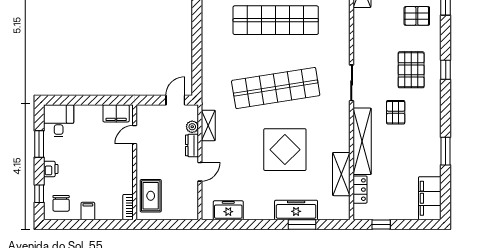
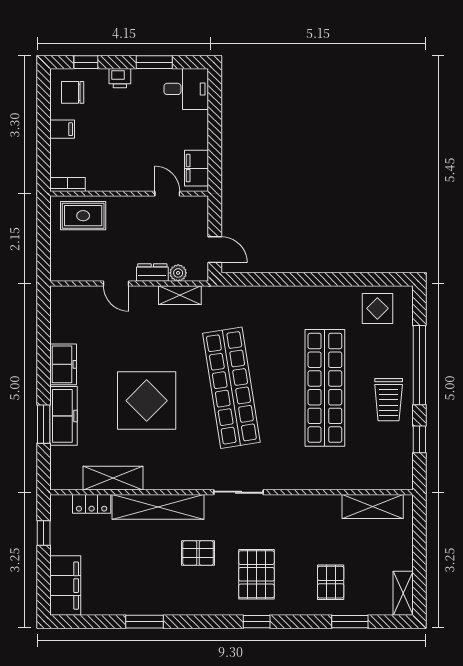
pallet: (411, 70) -> (256, 574), turned 90
filing cabinet: (430, 198) -> (65, 586), moved, turned 90
freezer: (228, 210) -> (63, 364), moved

